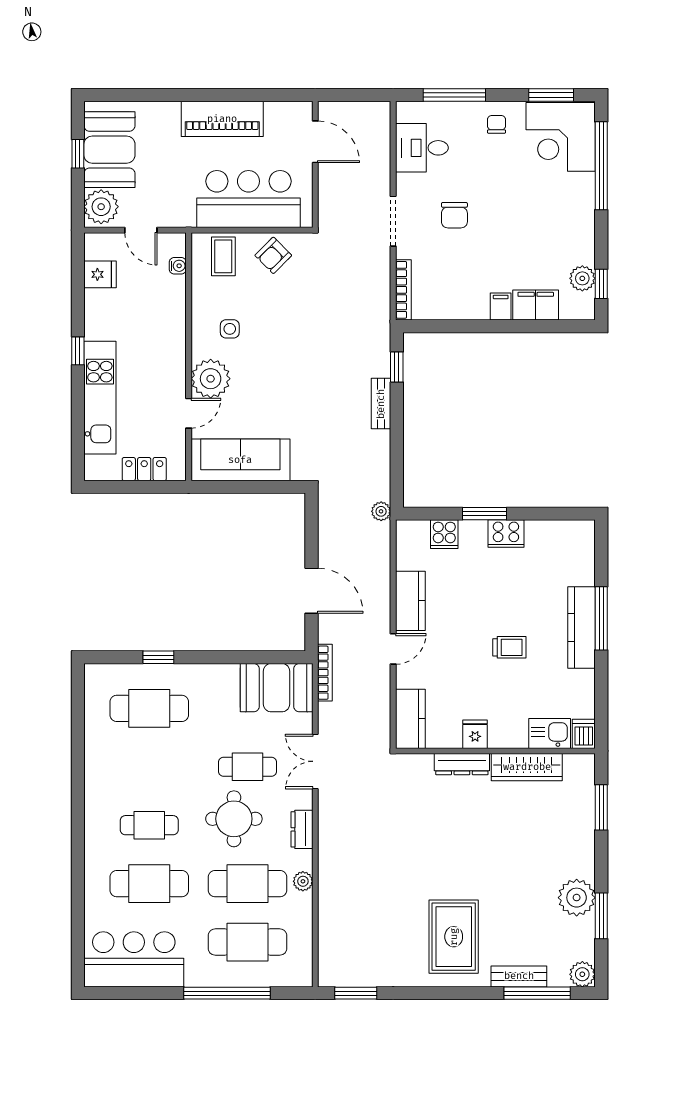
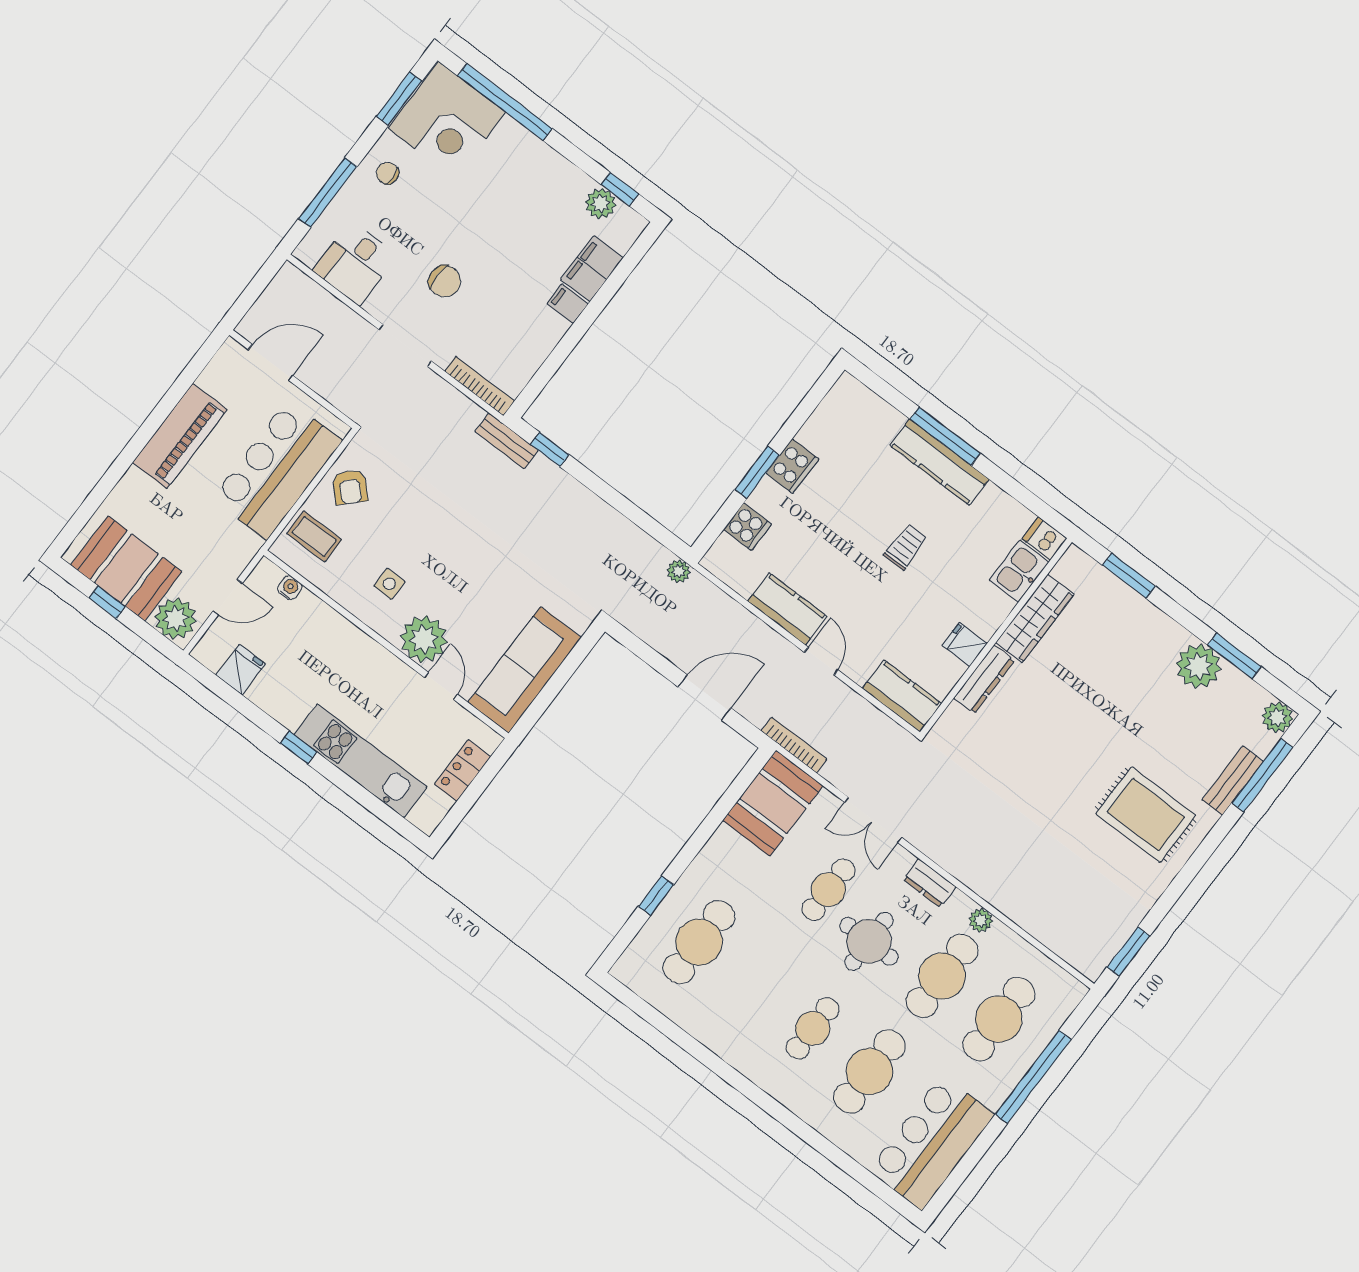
bench: (381, 404) -> (507, 441), moved

